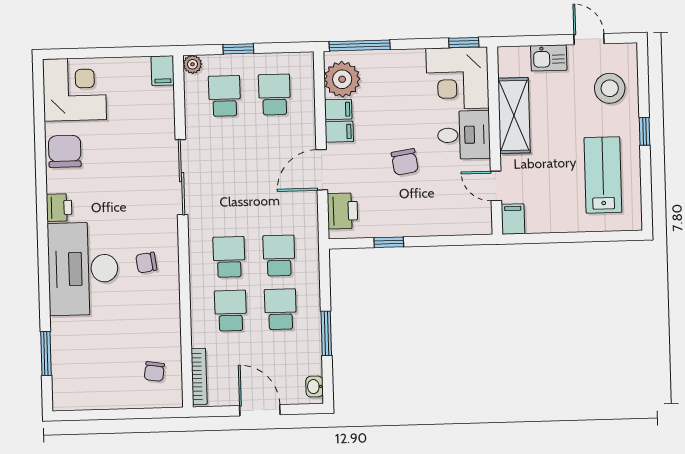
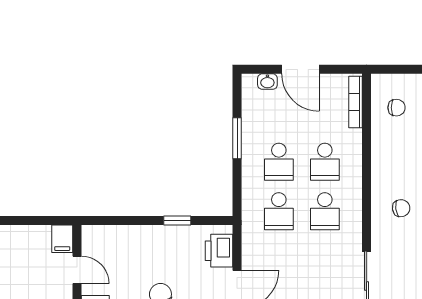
chair: (154, 372) -> (397, 108), turned 82
washbasin: (315, 387) -> (267, 82), moved, turned 90

